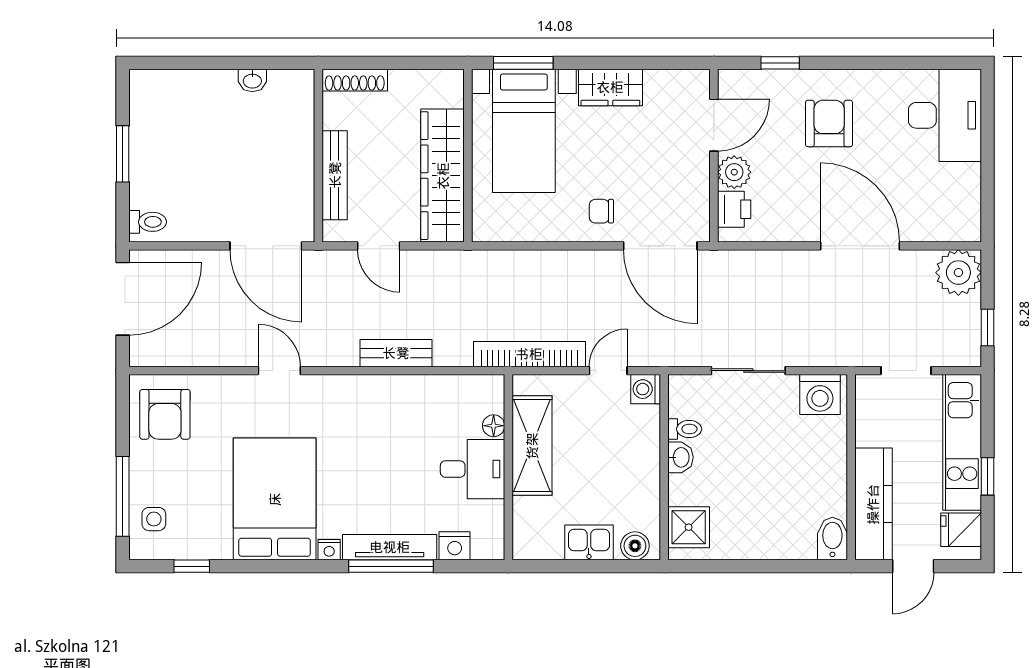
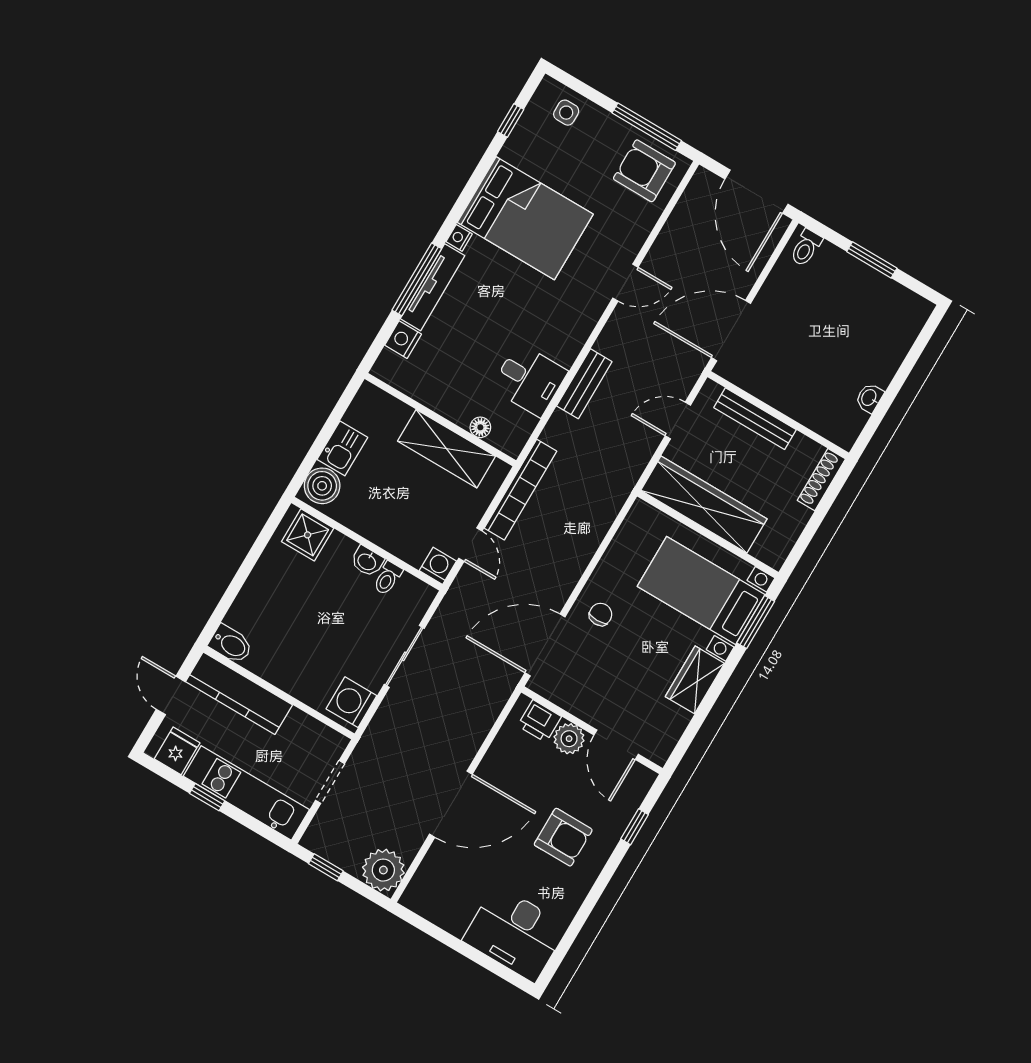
desk: (473, 469) -> (529, 380), moved, turned -90
window: (123, 496) -> (647, 127), moved
boiler: (635, 546) -> (322, 486), width x1.36, depth x1.36

